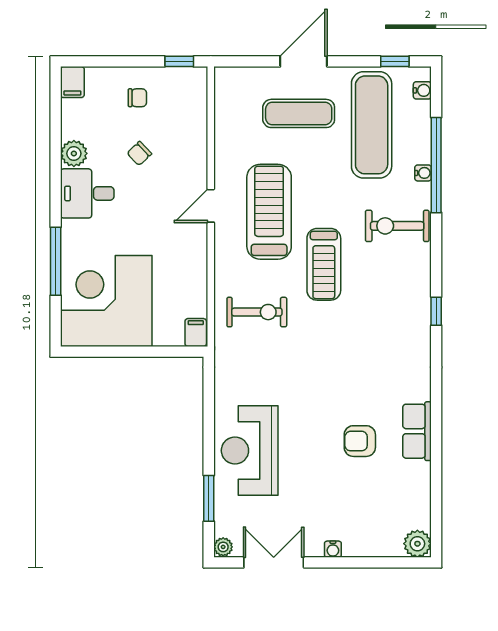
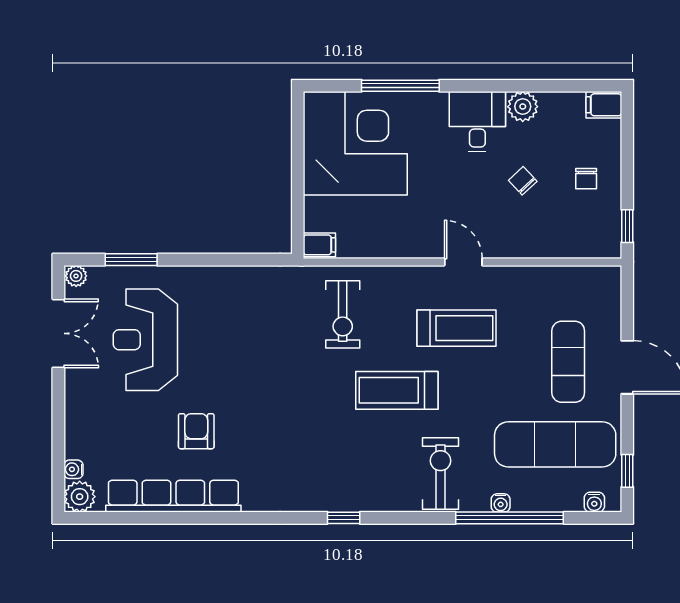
treadmill: (269, 212) -> (457, 328), width x0.73, depth x0.73
row of seats: (417, 431) -> (173, 496), width x2.02
reception desk: (250, 451) -> (145, 340), moved, turned -90
water cooler: (333, 549) -> (73, 469), moved

